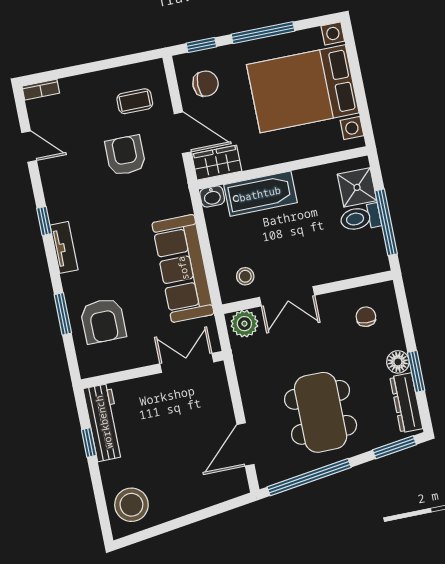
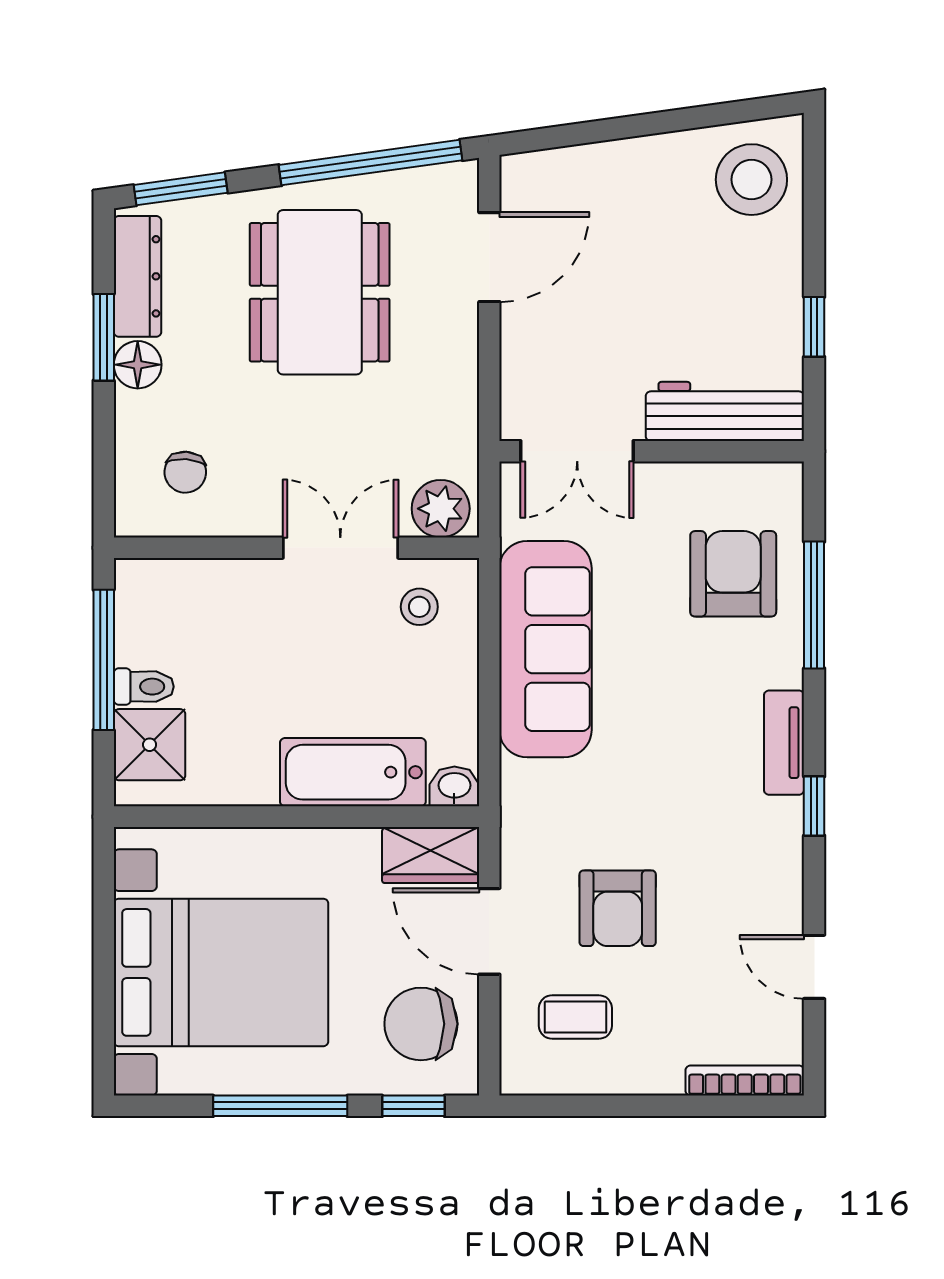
chair: (206, 84) -> (421, 1024), width x1.37, depth x1.37
bookcase: (41, 90) -> (745, 1081), width x1.56
toilet: (360, 218) -> (144, 687), width x0.73, depth x0.72
window: (63, 314) -> (814, 605), width x1.44
workbench: (104, 422) -> (725, 411), moved, turned 90

